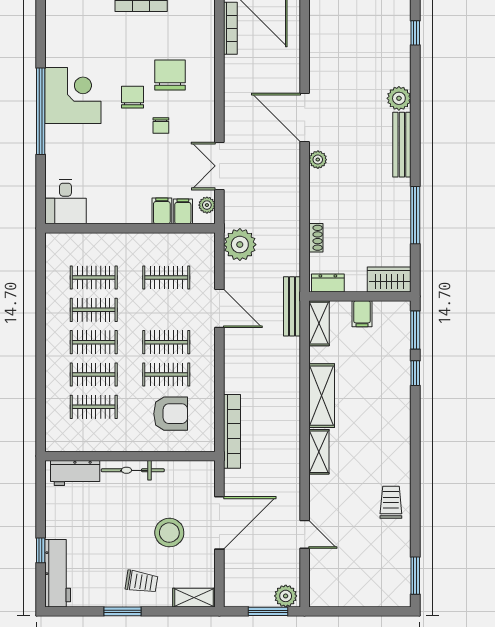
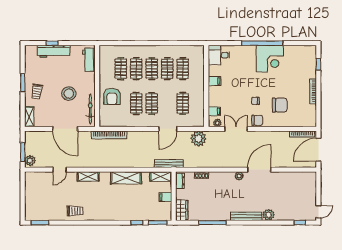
chair: (133, 97) -> (257, 120), moved
filing cabinet: (162, 211) -> (215, 81), moved
armchair: (171, 414) -> (112, 97), moved
shelving: (319, 452) -> (88, 176), moved
bicycle: (133, 470) -> (90, 109), moved
stool: (169, 533) -> (69, 94), moved
workbench: (58, 573) -> (54, 51), moved

